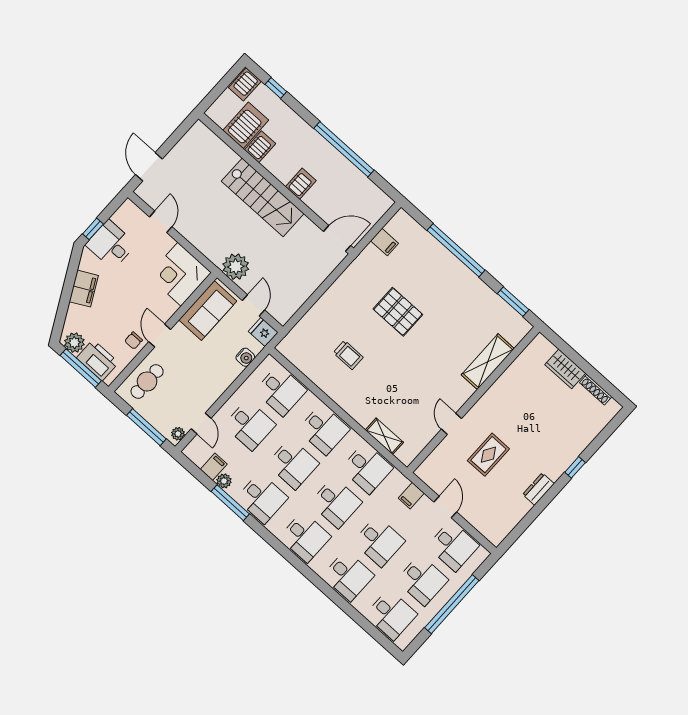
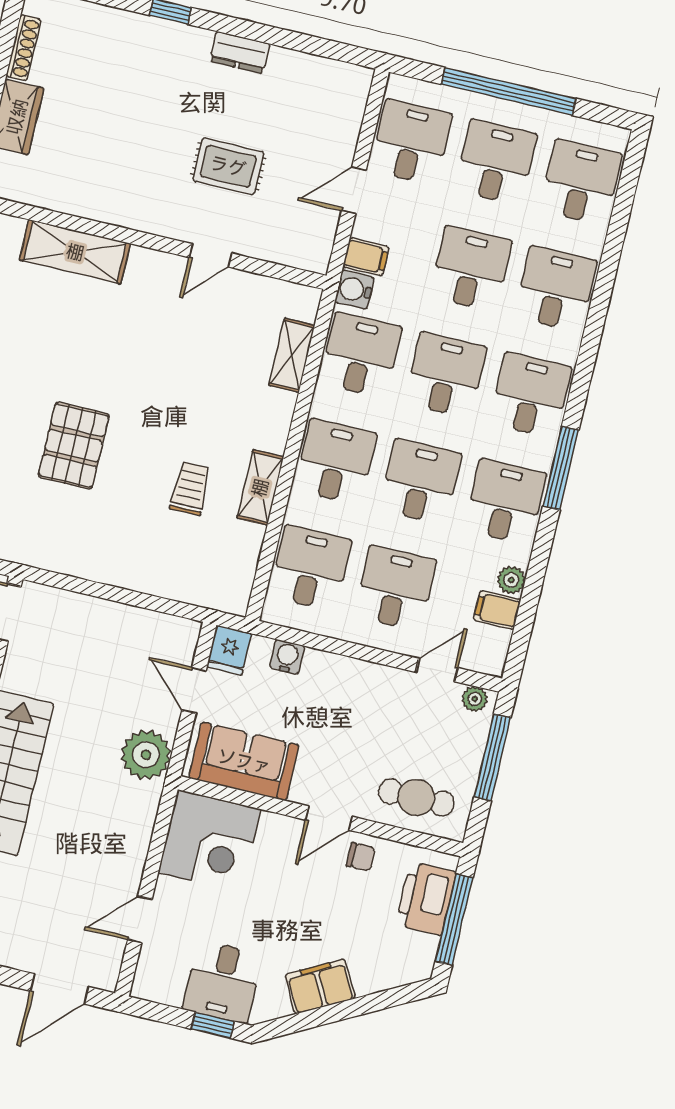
door: (253, 305) -> (194, 690), hinge flipped
plant: (74, 343) -> (418, 953), removed
shelving: (331, 388) -> (260, 488), added
water cooler: (399, 482) -> (354, 290), added
window: (230, 503) -> (561, 468), moved

